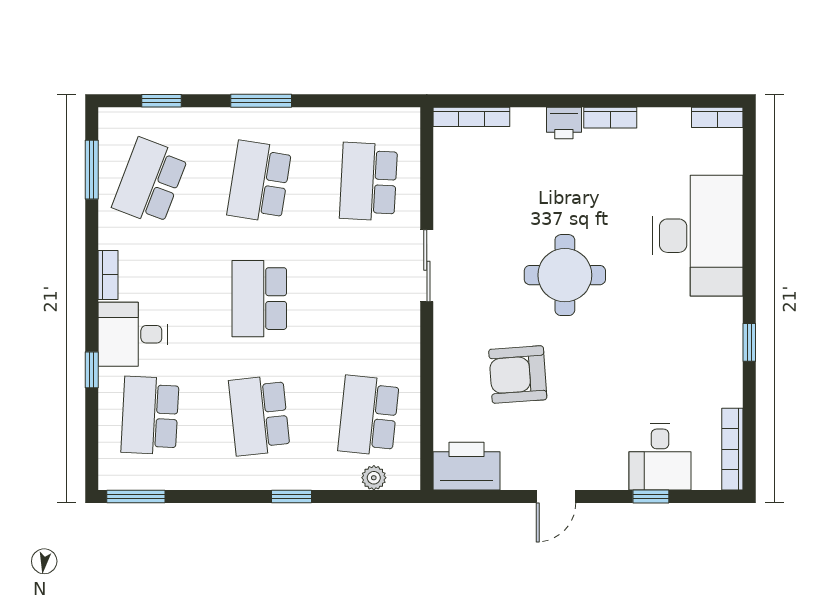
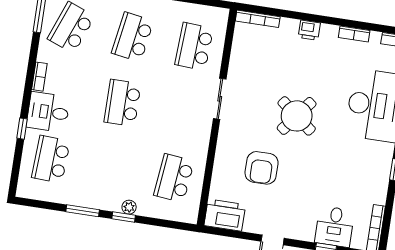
bookcase: (610, 118) -> (354, 34), moved
round table: (565, 275) -> (297, 116), turned 38
armchair: (518, 375) -> (262, 168), turned -86
school desk: (259, 416) -> (112, 169), removed
plant: (374, 478) -> (129, 207), moved
window: (136, 496) -> (83, 211), moved

